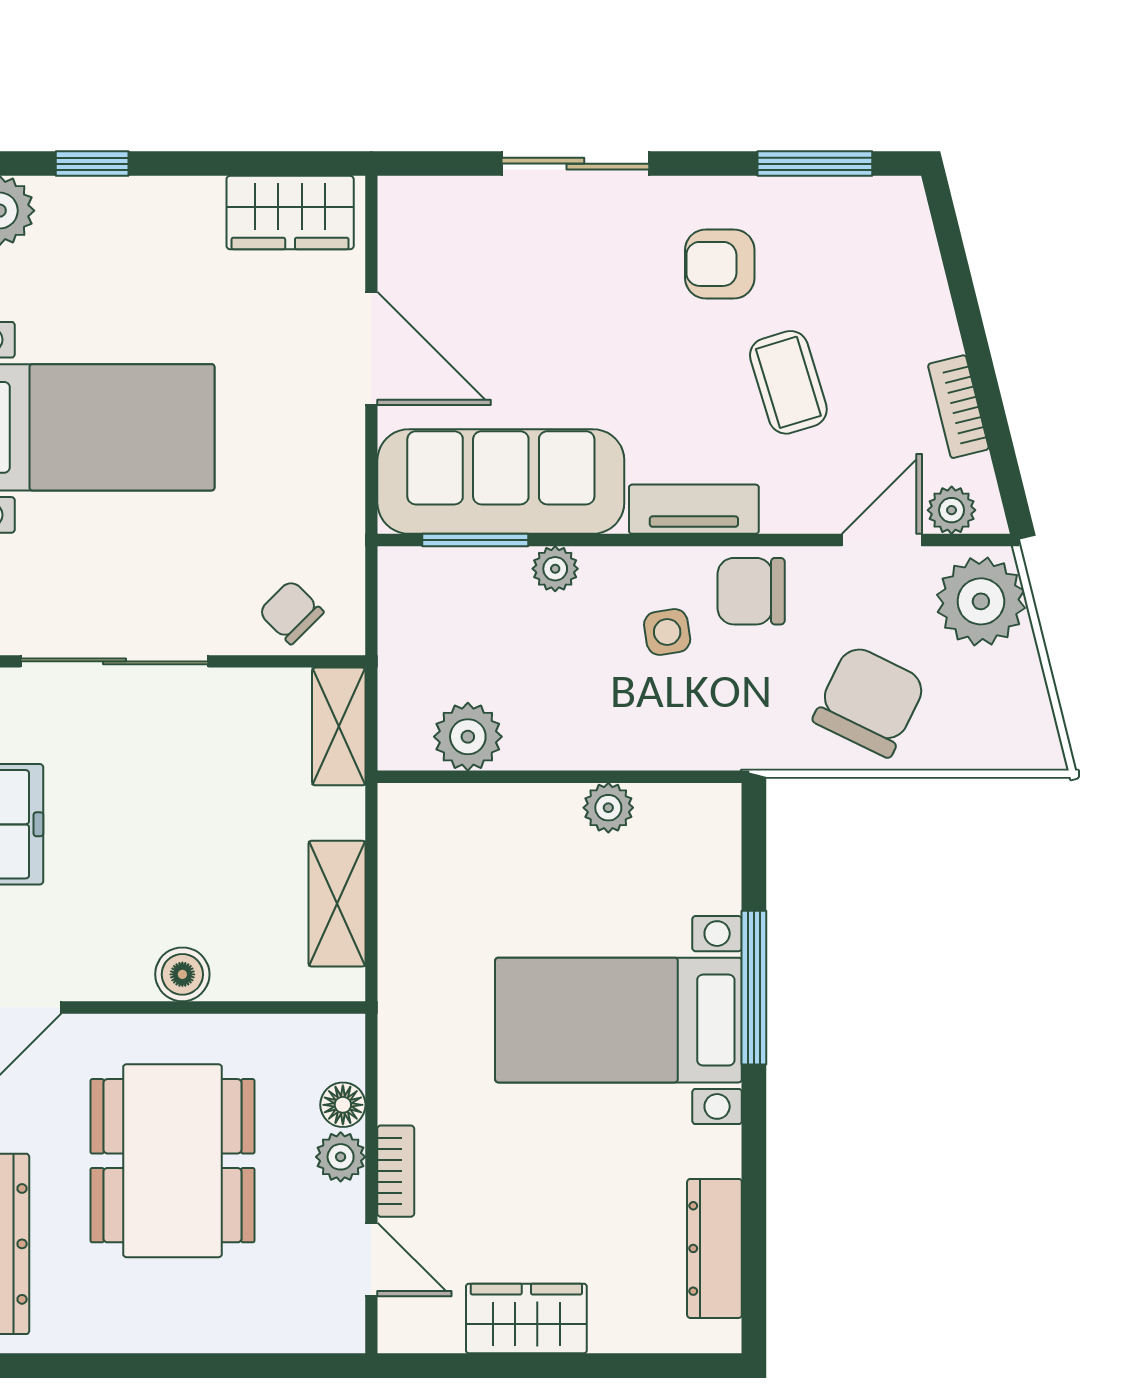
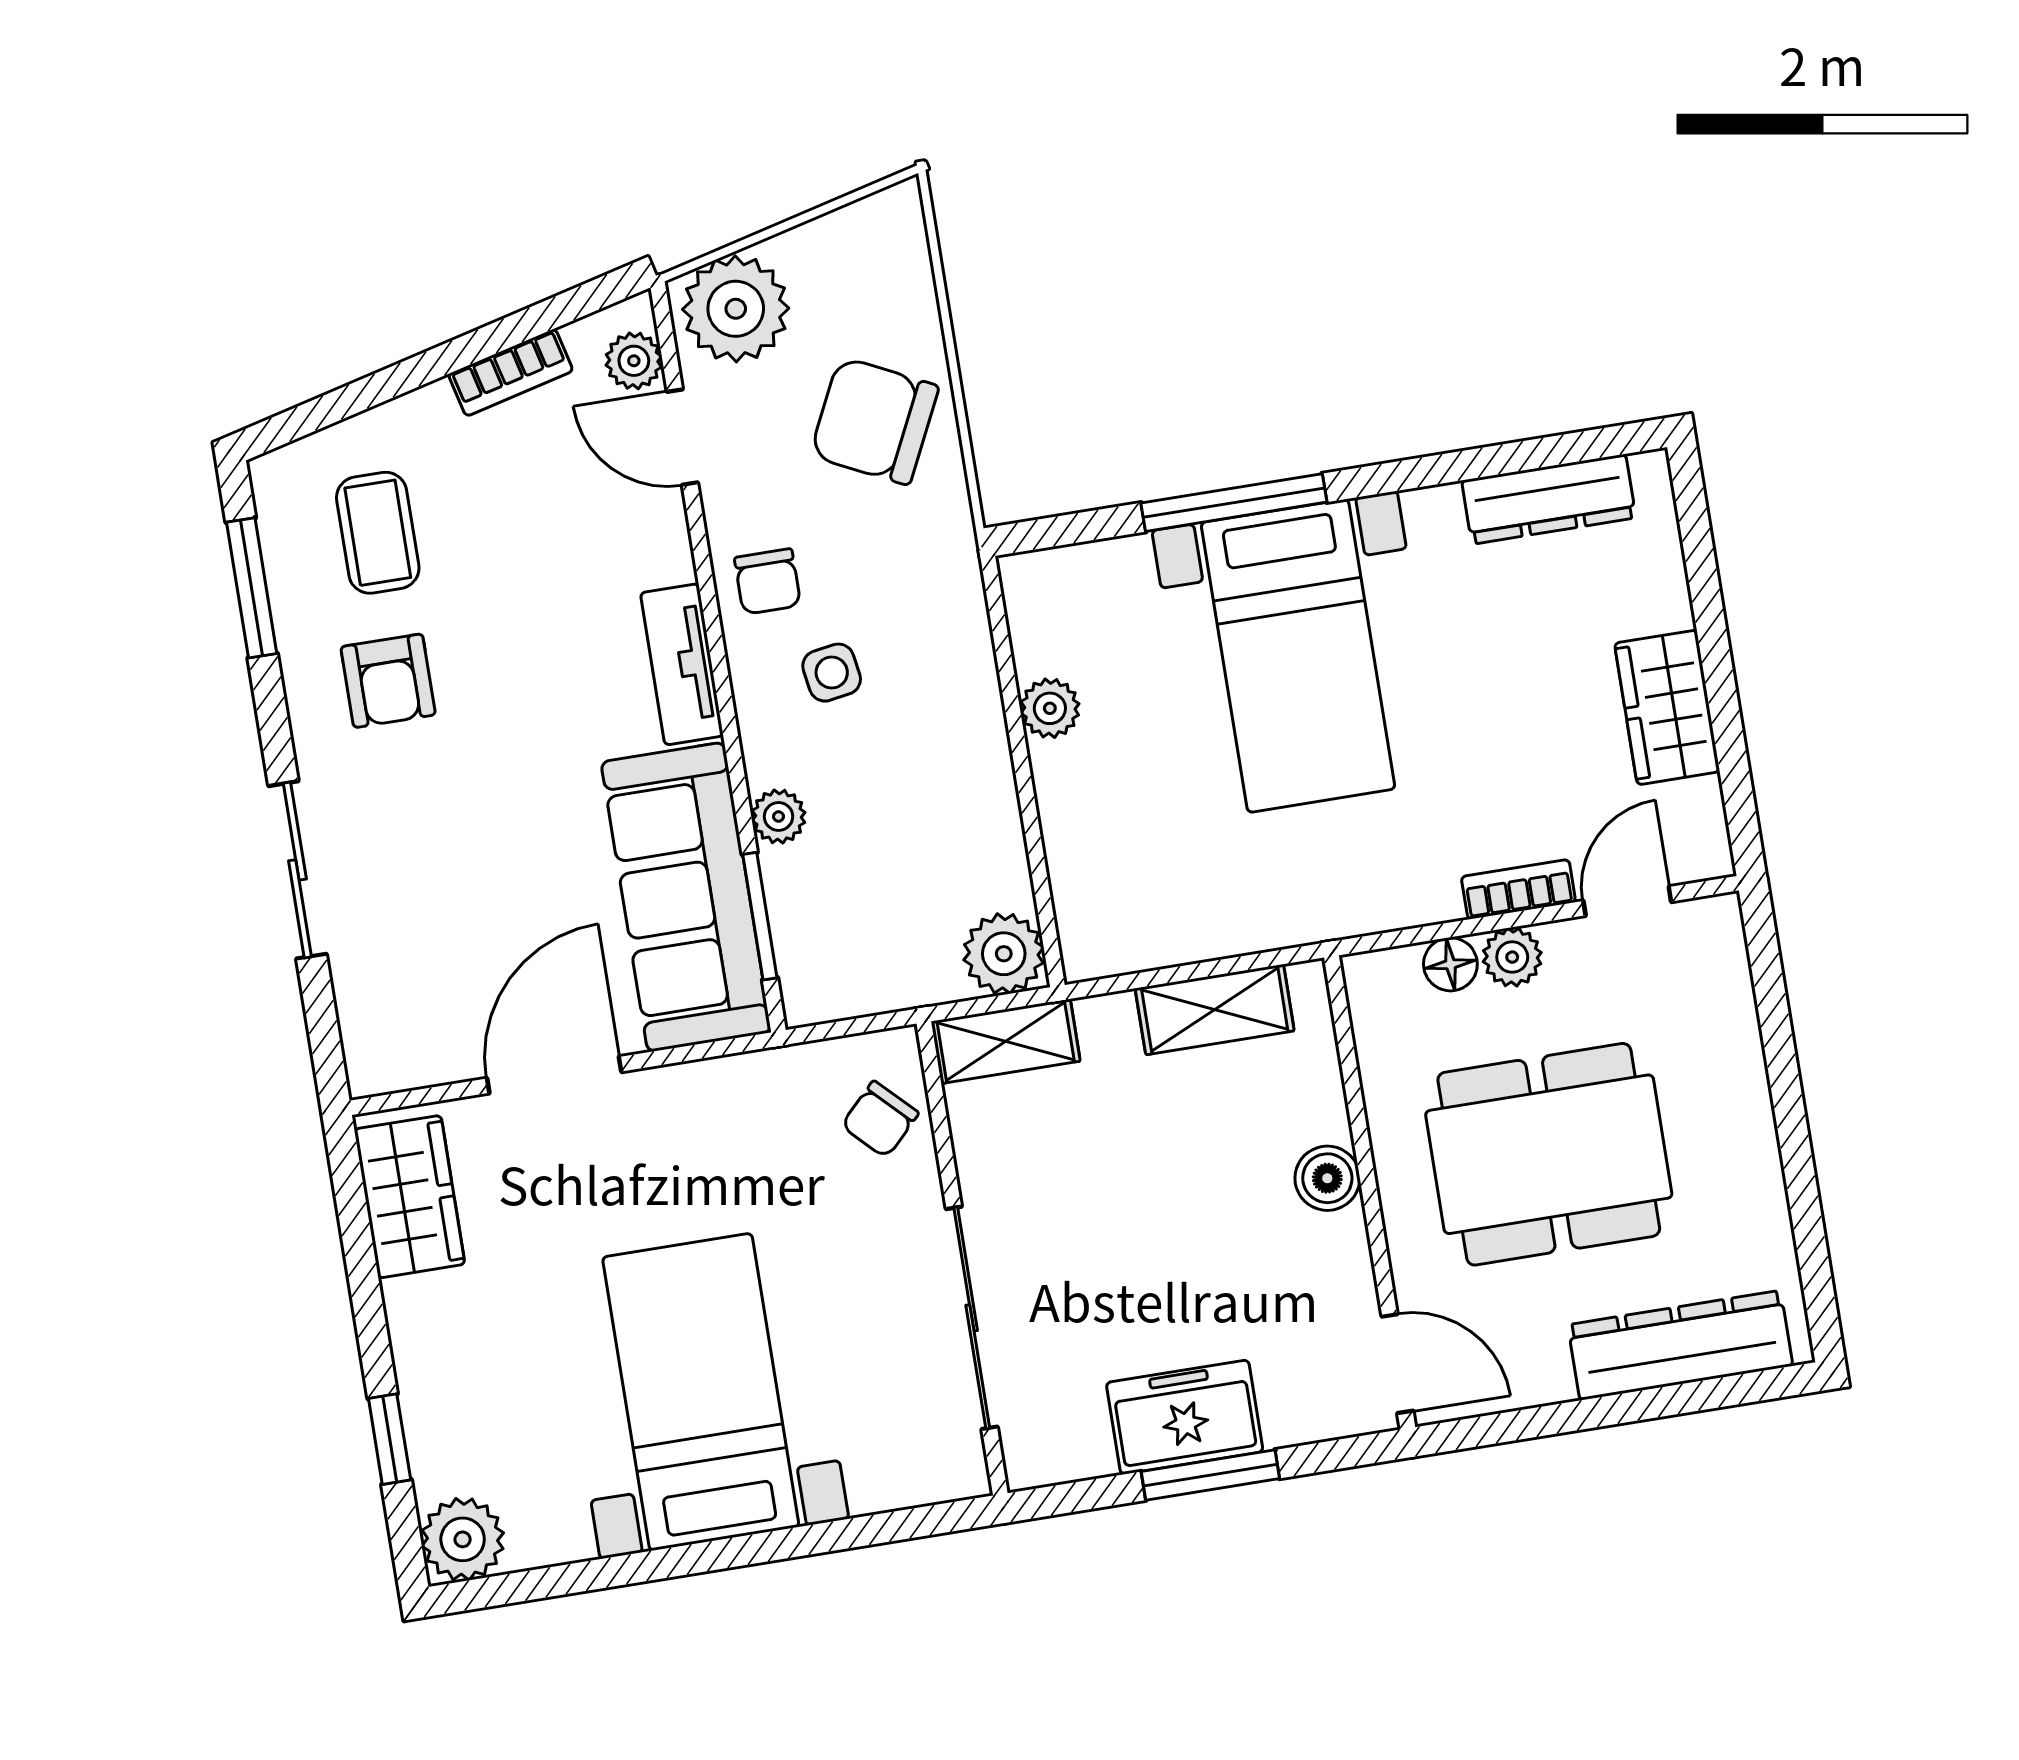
coffee table: (788, 382) -> (378, 533), moved, turned -73
chair: (751, 591) -> (768, 581), width x0.73, depth x0.73
plant: (468, 737) -> (1004, 954), moved

